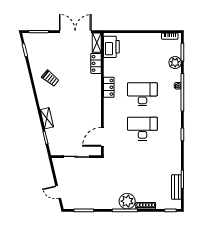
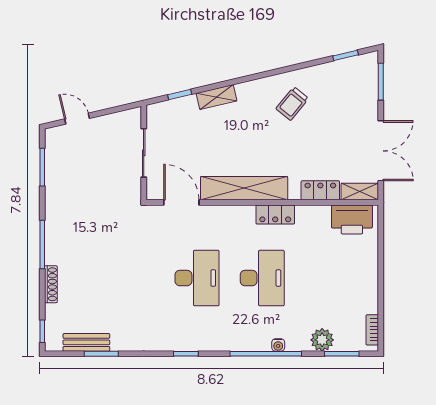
shelving: (95, 104) -> (244, 188), added
door: (58, 192) -> (77, 119), hinge flipped
plant: (127, 201) -> (60, 249), removed

